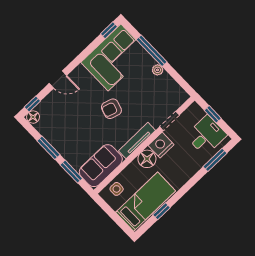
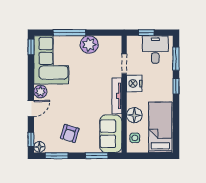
plant: (158, 70) -> (89, 45), width x1.88, depth x1.88
plant: (80, 74) -> (40, 92), added
armchair: (111, 109) -> (70, 133), moved
window: (48, 148) -> (57, 156), moved
floor lamp: (147, 159) -> (134, 115), moved
window: (162, 211) -> (176, 86), moved

